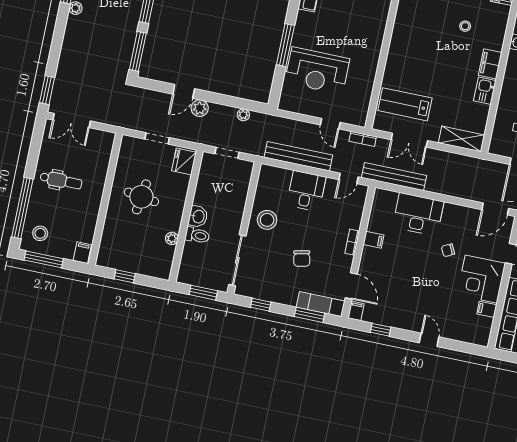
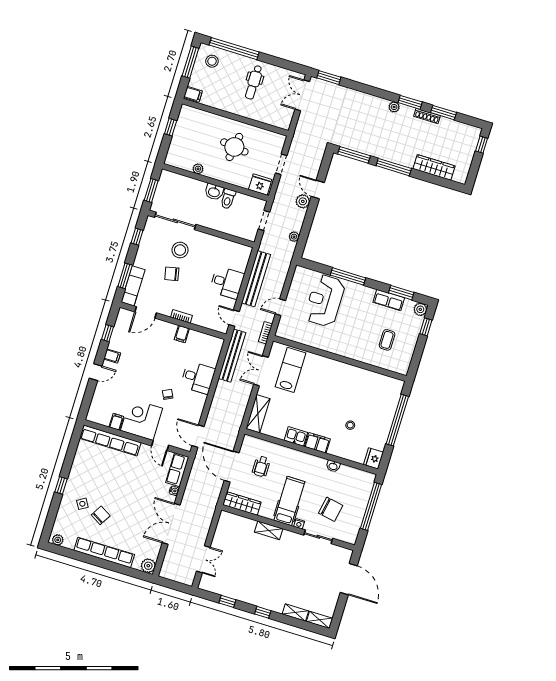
desk: (418, 214) -> (198, 378), width x0.73
stool: (267, 220) -> (180, 250), moved
toilet: (197, 235) -> (228, 199), moved
filing cabinet: (356, 311) -> (112, 356), moved

